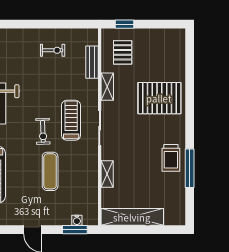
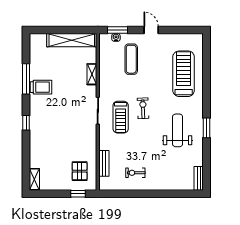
shelving: (107, 87) -> (34, 179), moved
pallet: (159, 98) -> (50, 135), removed
window: (190, 113) -> (26, 123), added
trolley: (171, 158) -> (41, 87), turned 90
exercise mat: (50, 171) -> (131, 59), moved

